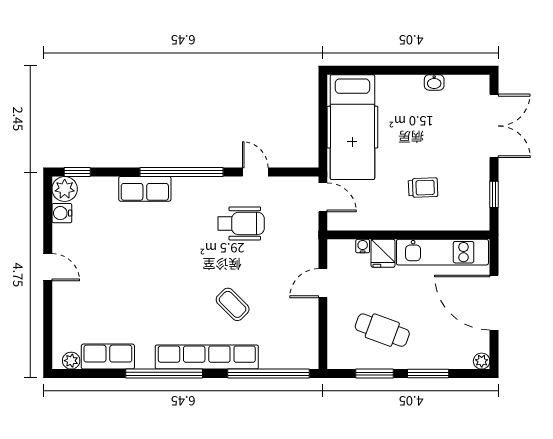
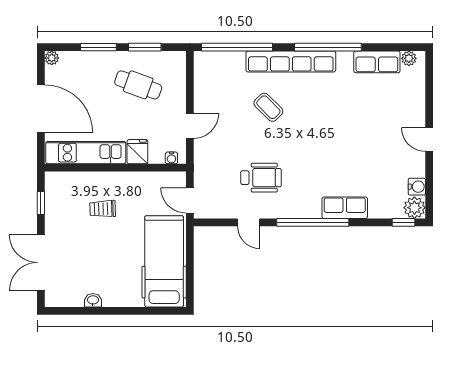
wheelchair: (241, 223) -> (261, 178), turned 180
water cooler: (363, 246) -> (171, 158), moved

